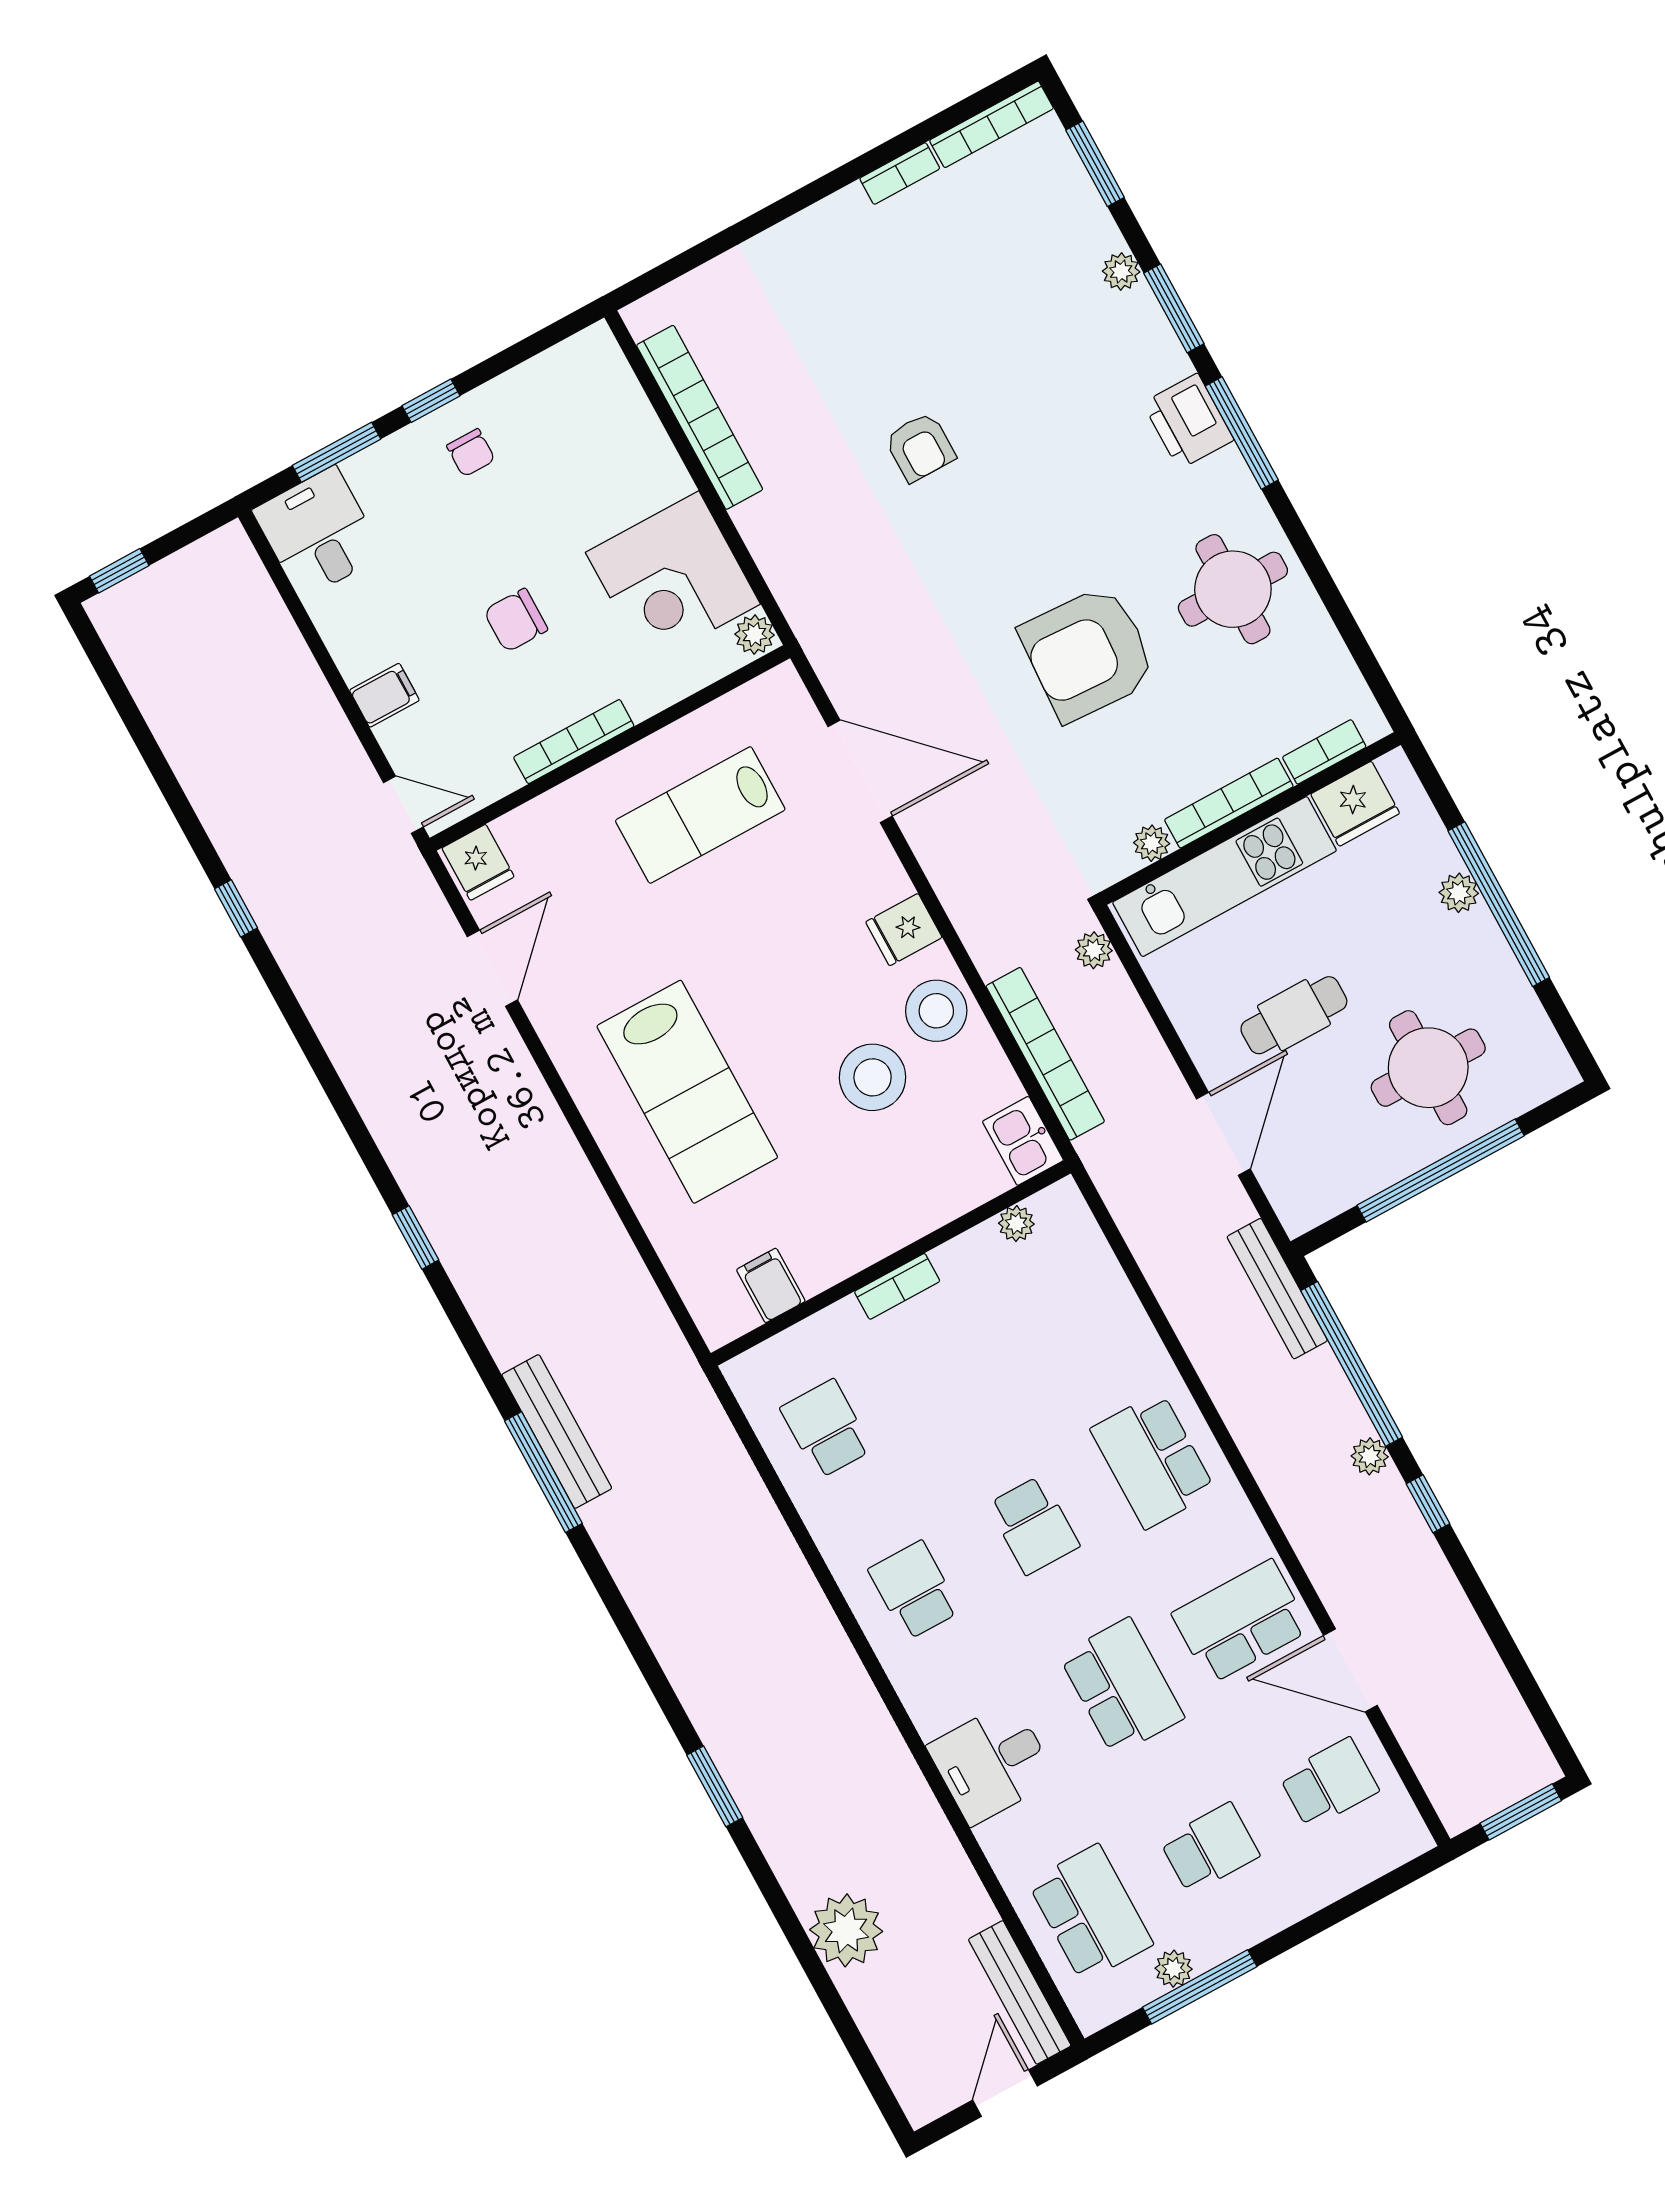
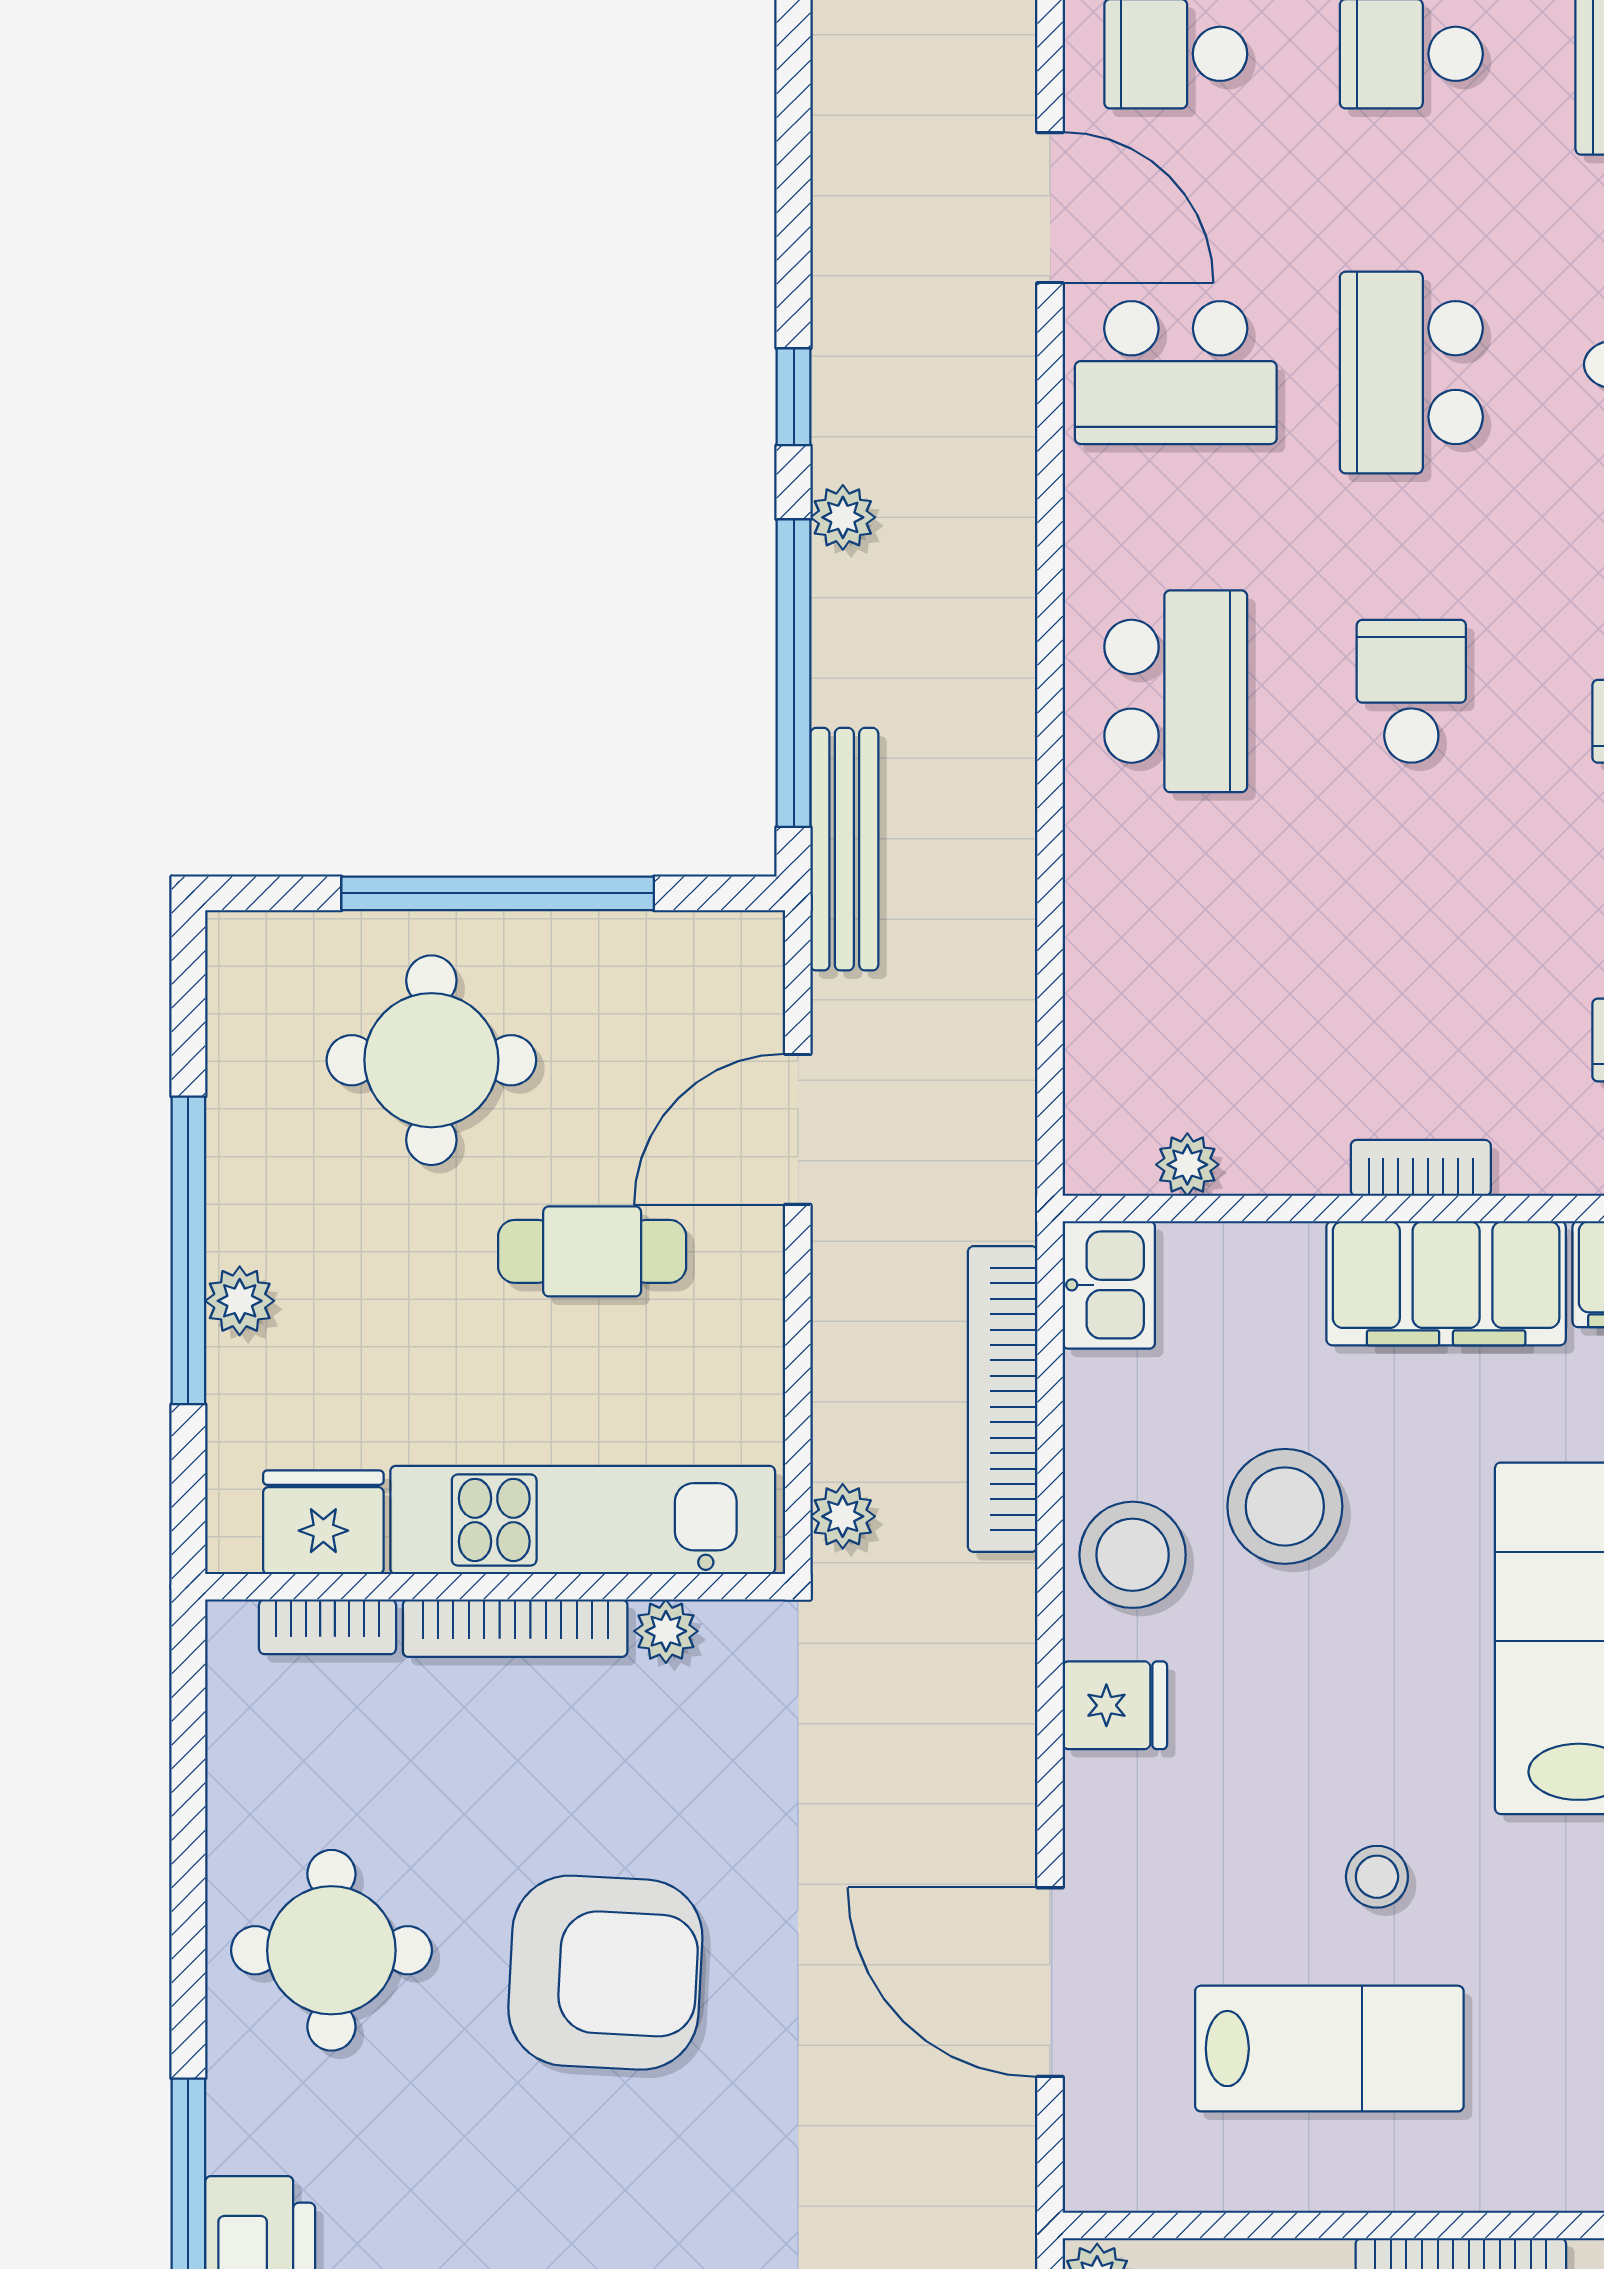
stool: (724, 915) -> (1377, 1877), added
filing cabinet: (853, 1235) -> (1446, 1283), added

